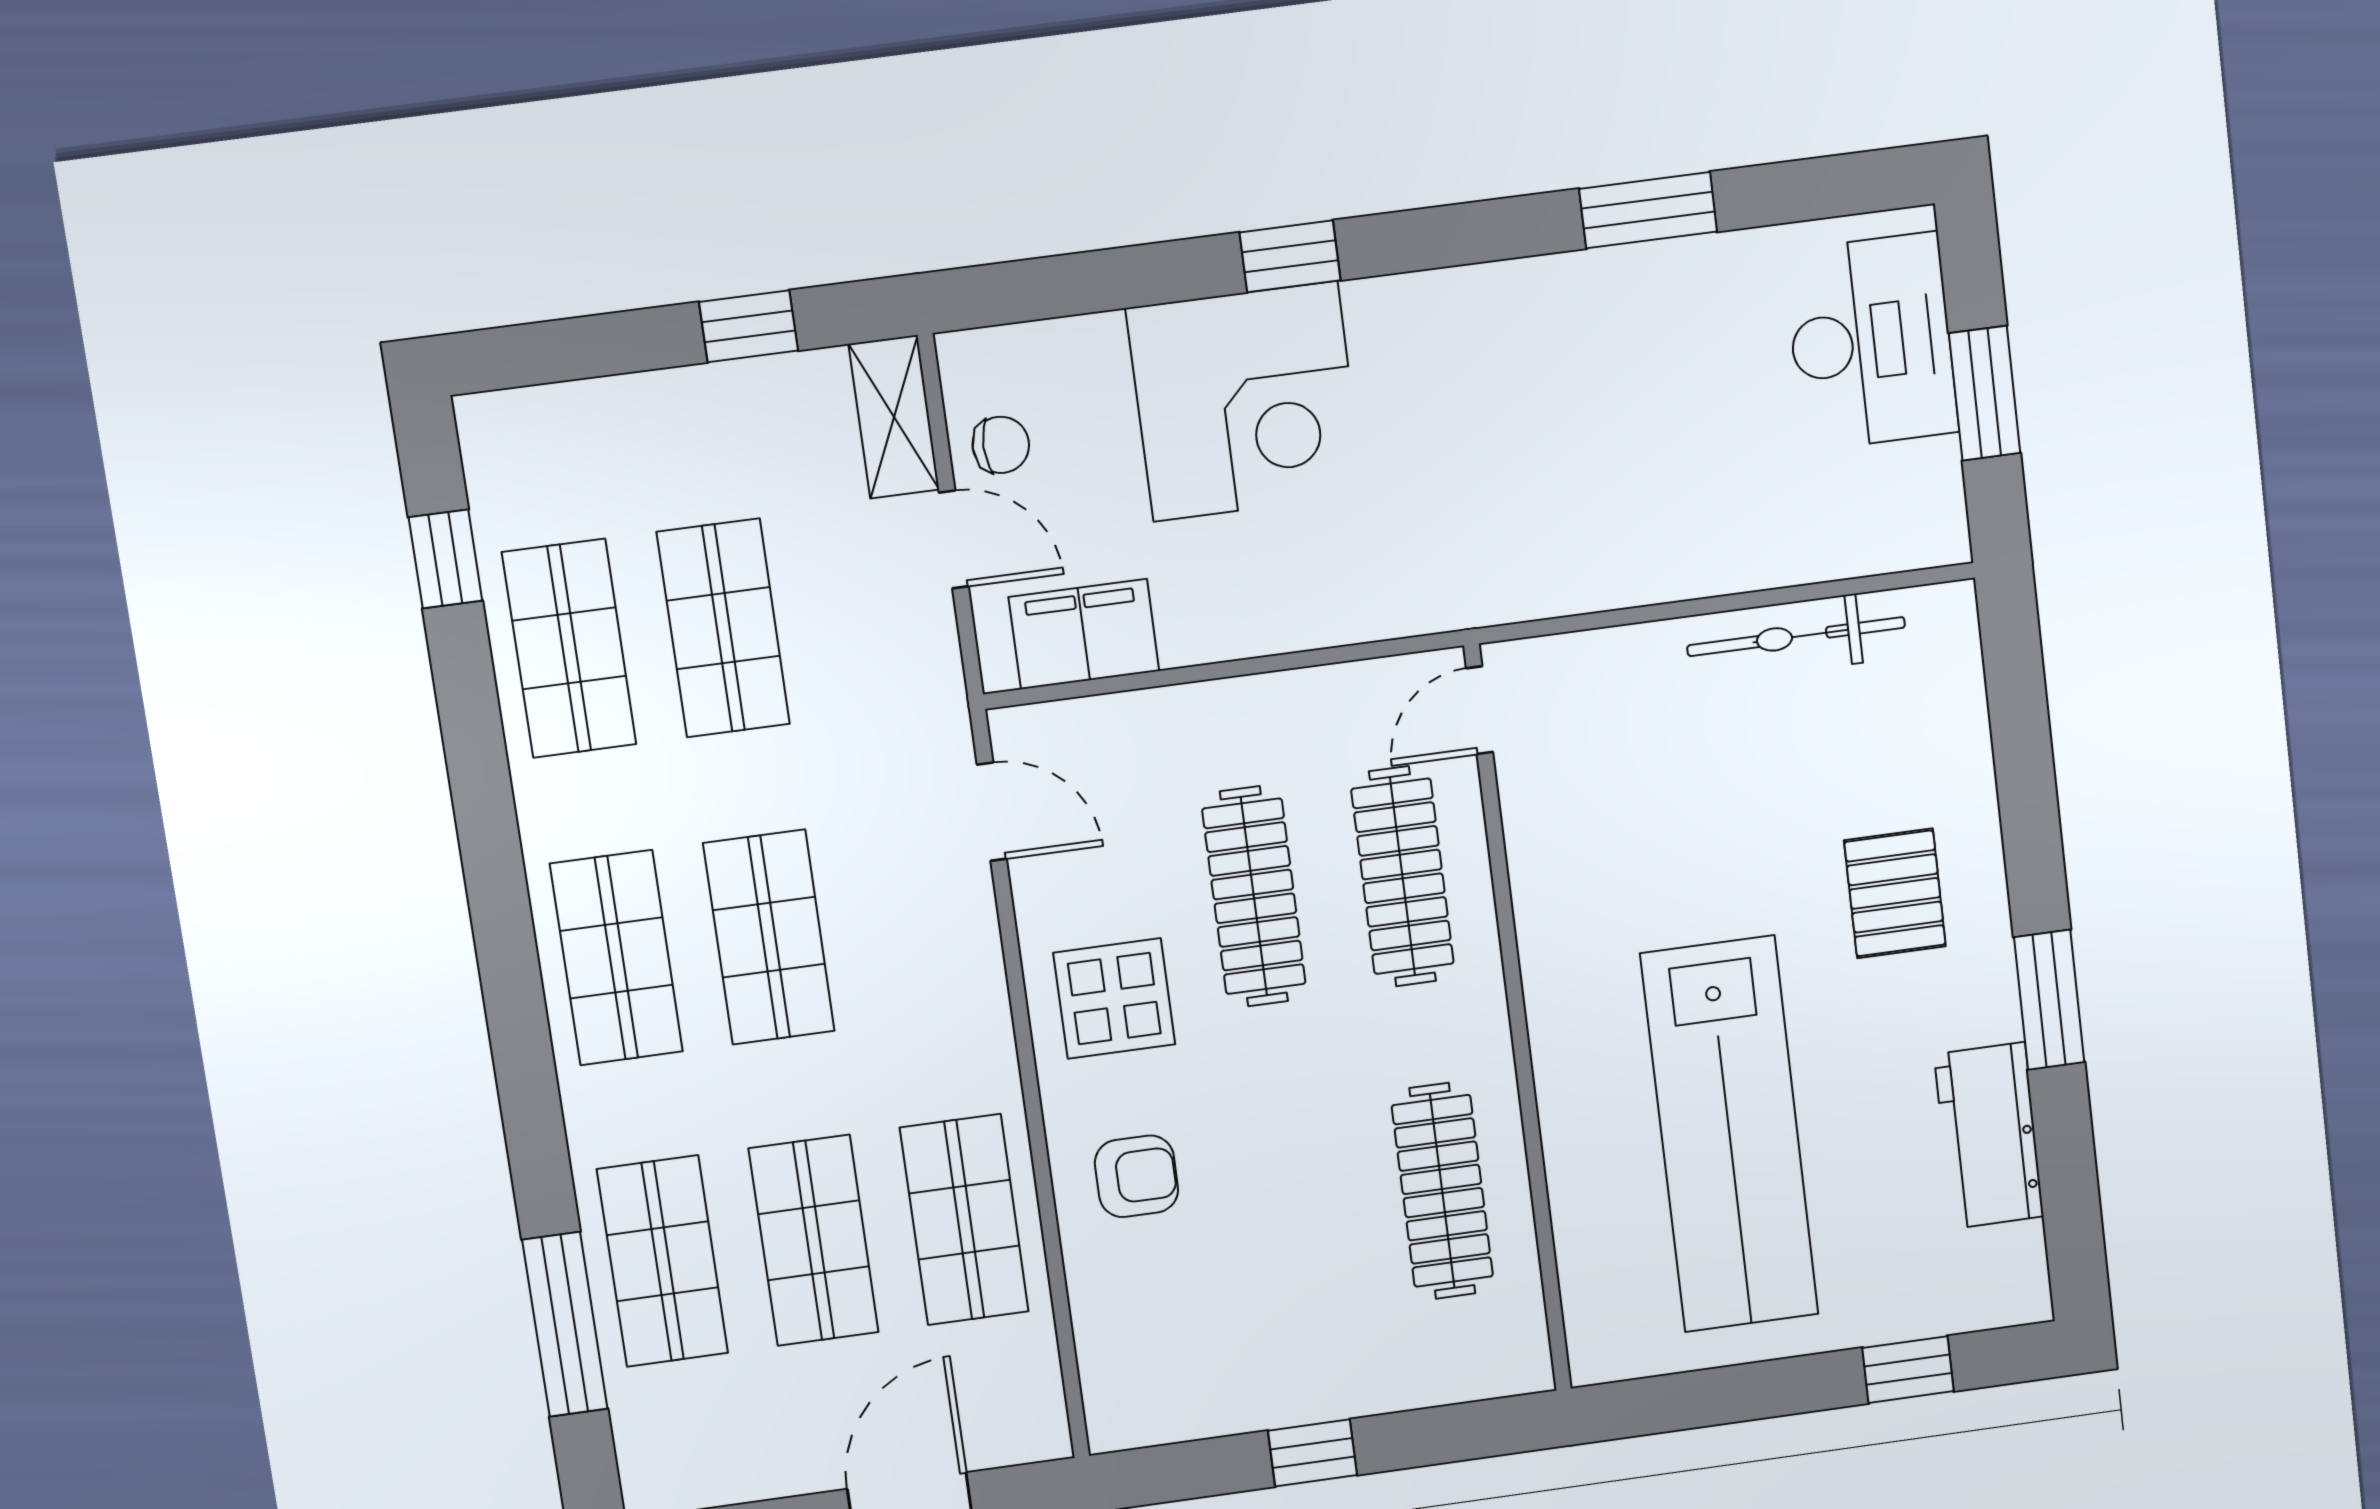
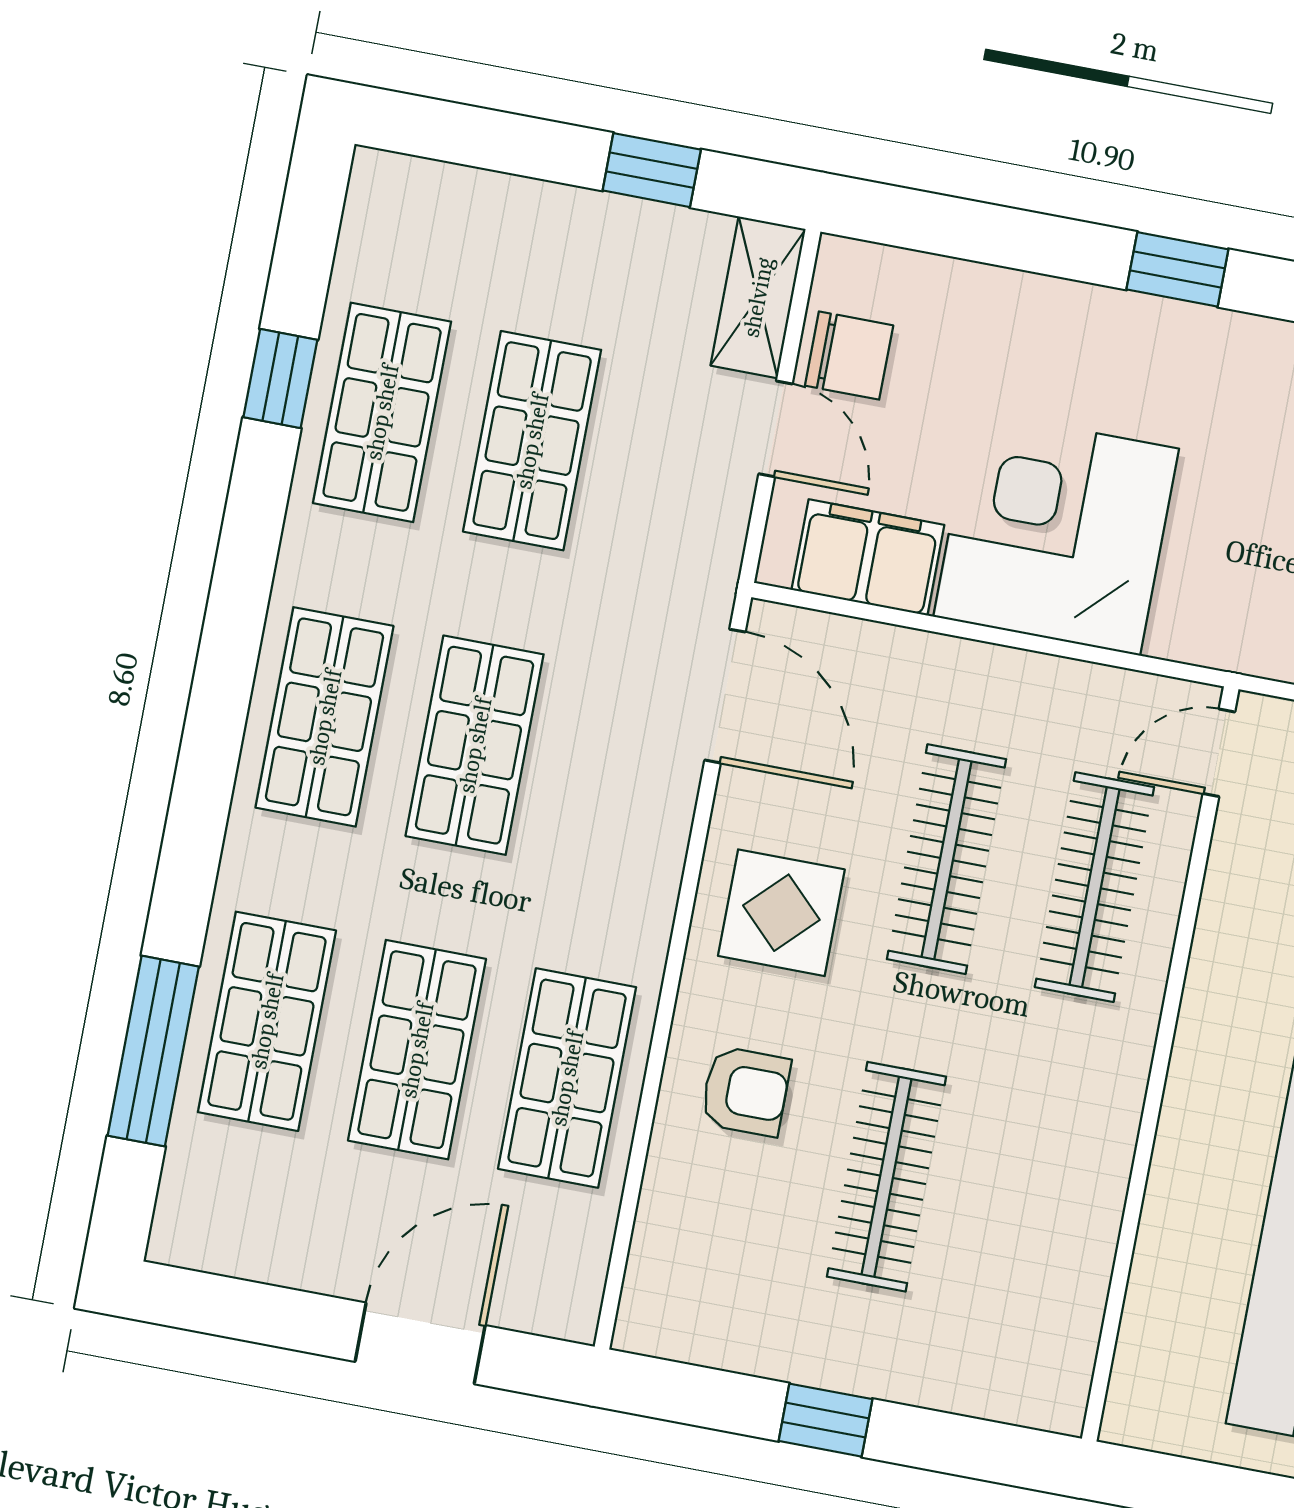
corner desk: (1245, 402) -> (1056, 533), moved, turned 180
chair: (1001, 445) -> (849, 356), width x1.37, depth x1.37
window: (446, 559) -> (280, 378), moved
door: (992, 812) -> (725, 696), width x1.38
clothes rail: (1442, 1191) -> (887, 1177), moved

